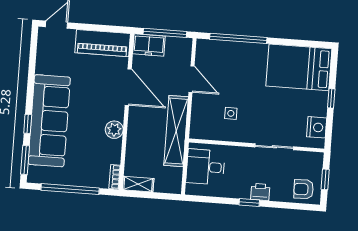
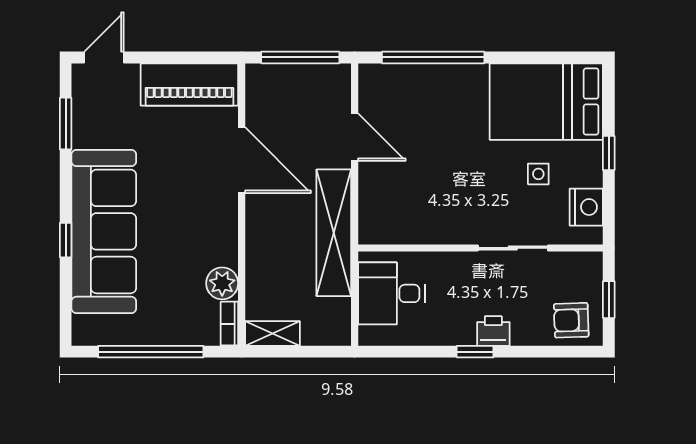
freezer: (149, 45) -> (273, 82), removed
side table: (231, 113) -> (538, 174), moved
plant: (114, 130) -> (222, 283), moved
window: (25, 160) -> (66, 124), moved

